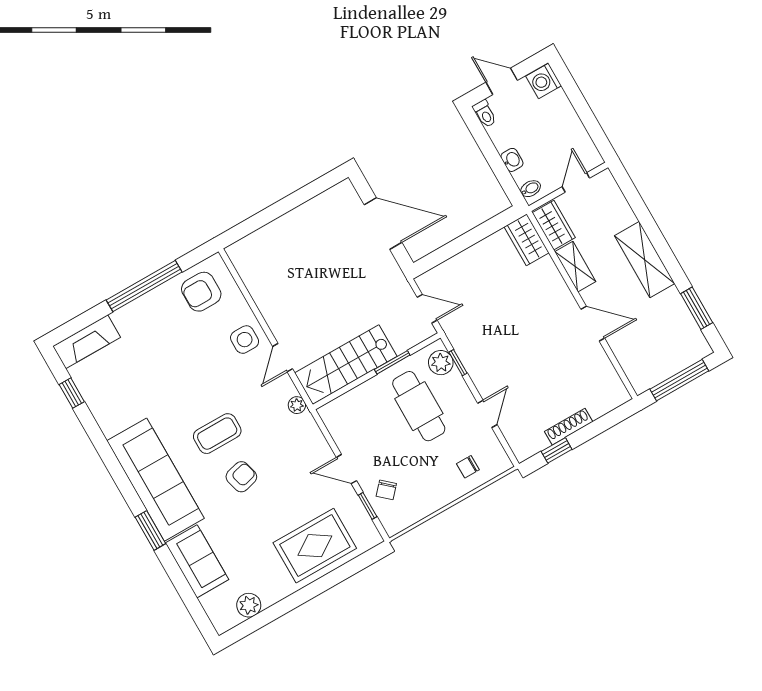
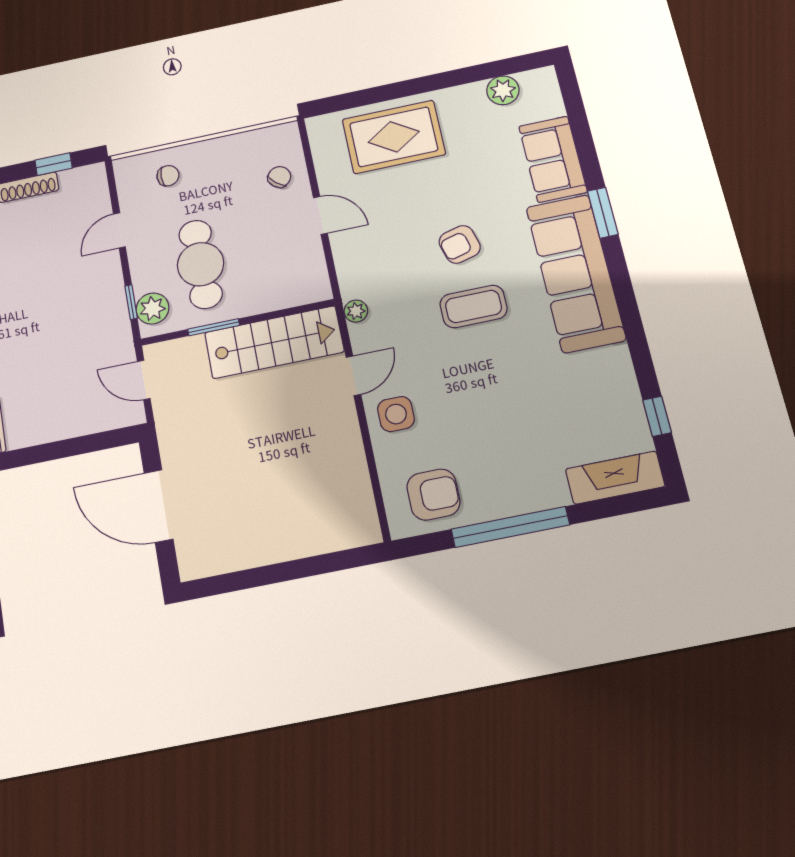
window: (368, 506) -> (310, 165), removed

